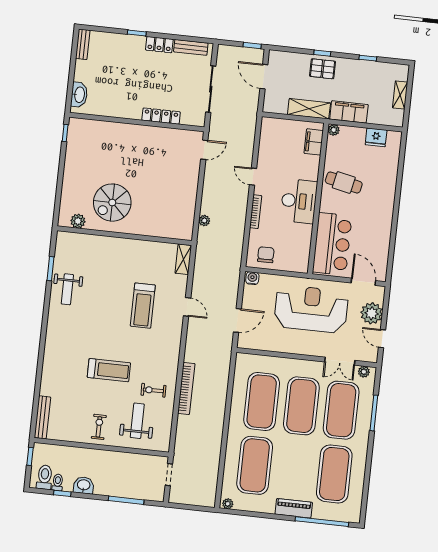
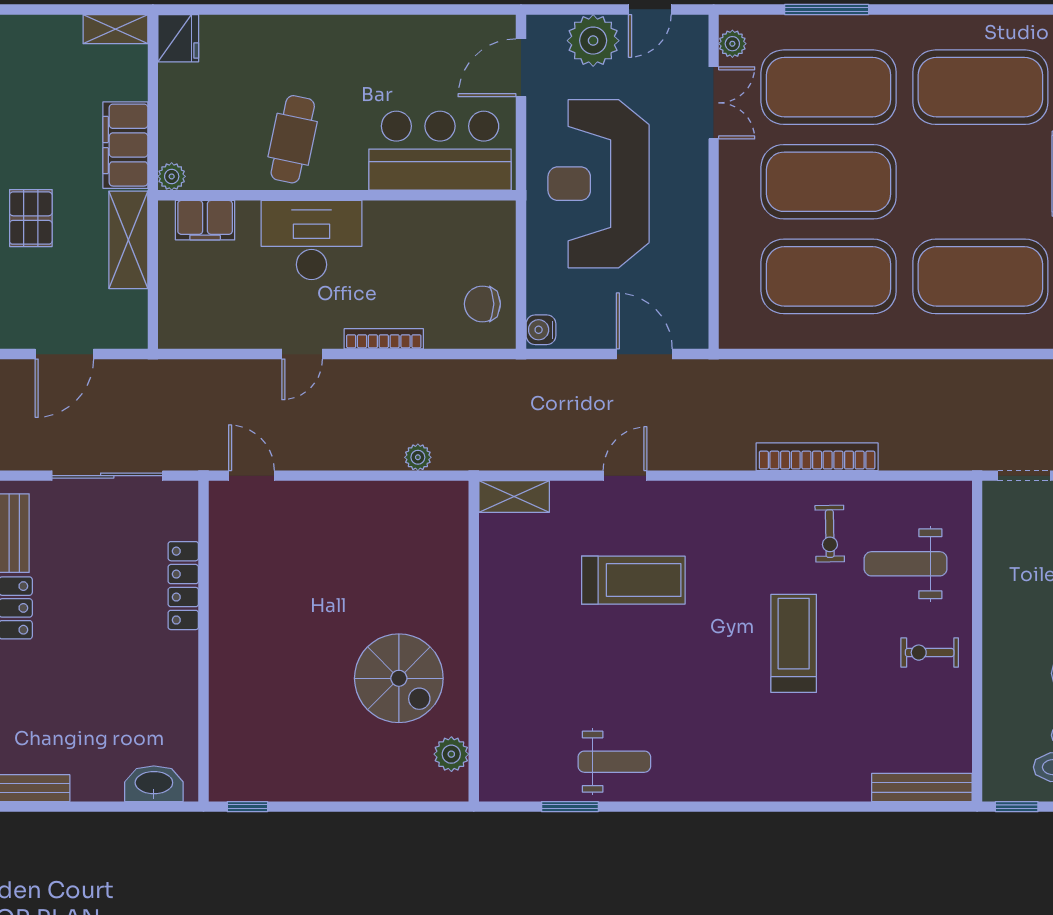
shelving: (400, 95) -> (115, 29), moved
fridge: (376, 137) -> (178, 38), moved
desk: (299, 201) -> (311, 240), moved

